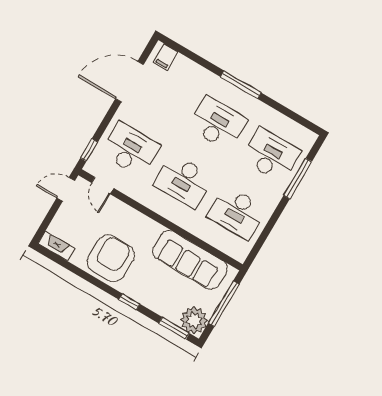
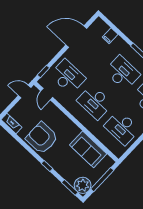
filing cabinet: (166, 57) -> (110, 36), moved
armchair: (111, 258) -> (42, 138), turned -90
sofa: (190, 260) -> (88, 149), width x0.73

